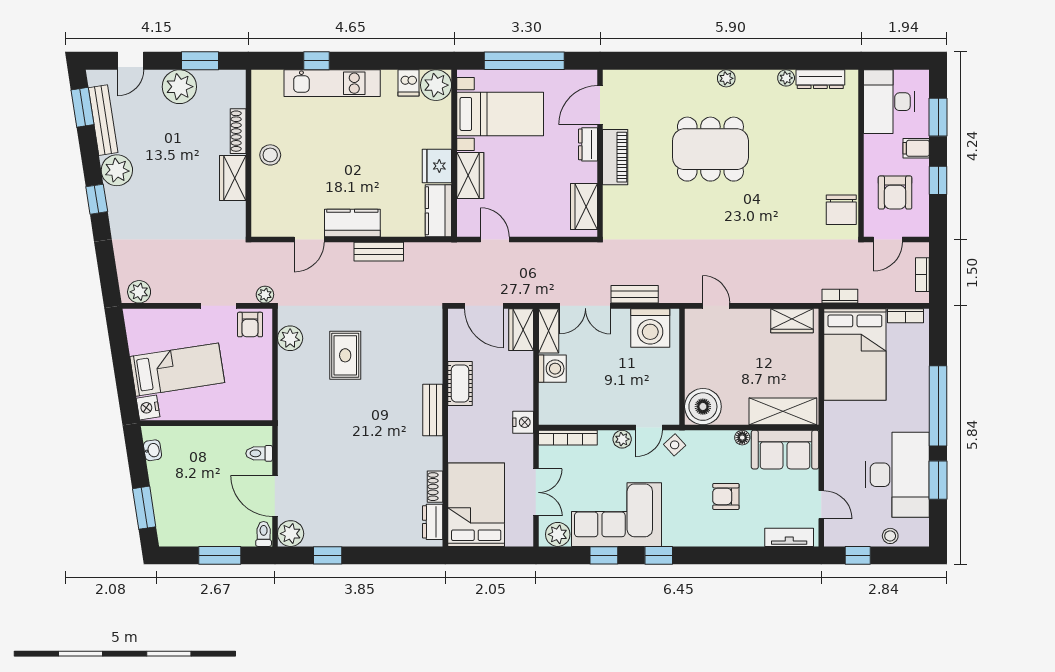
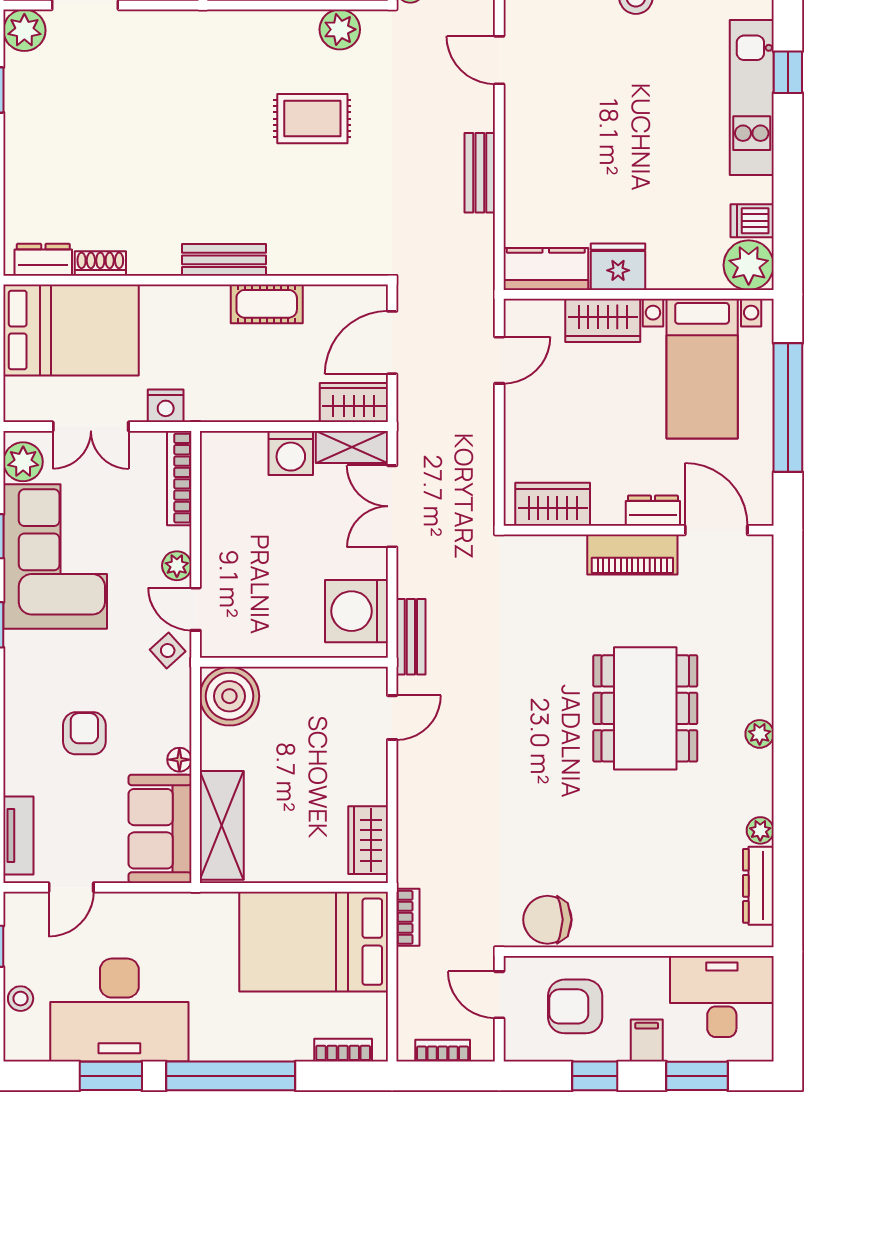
kitchen counter: (352, 223) -> (526, 130), removed
bench: (635, 294) -> (411, 637), moved
bookcase: (906, 316) -> (343, 1050), moved, turned 90
nightstand: (523, 422) -> (166, 406), moved

